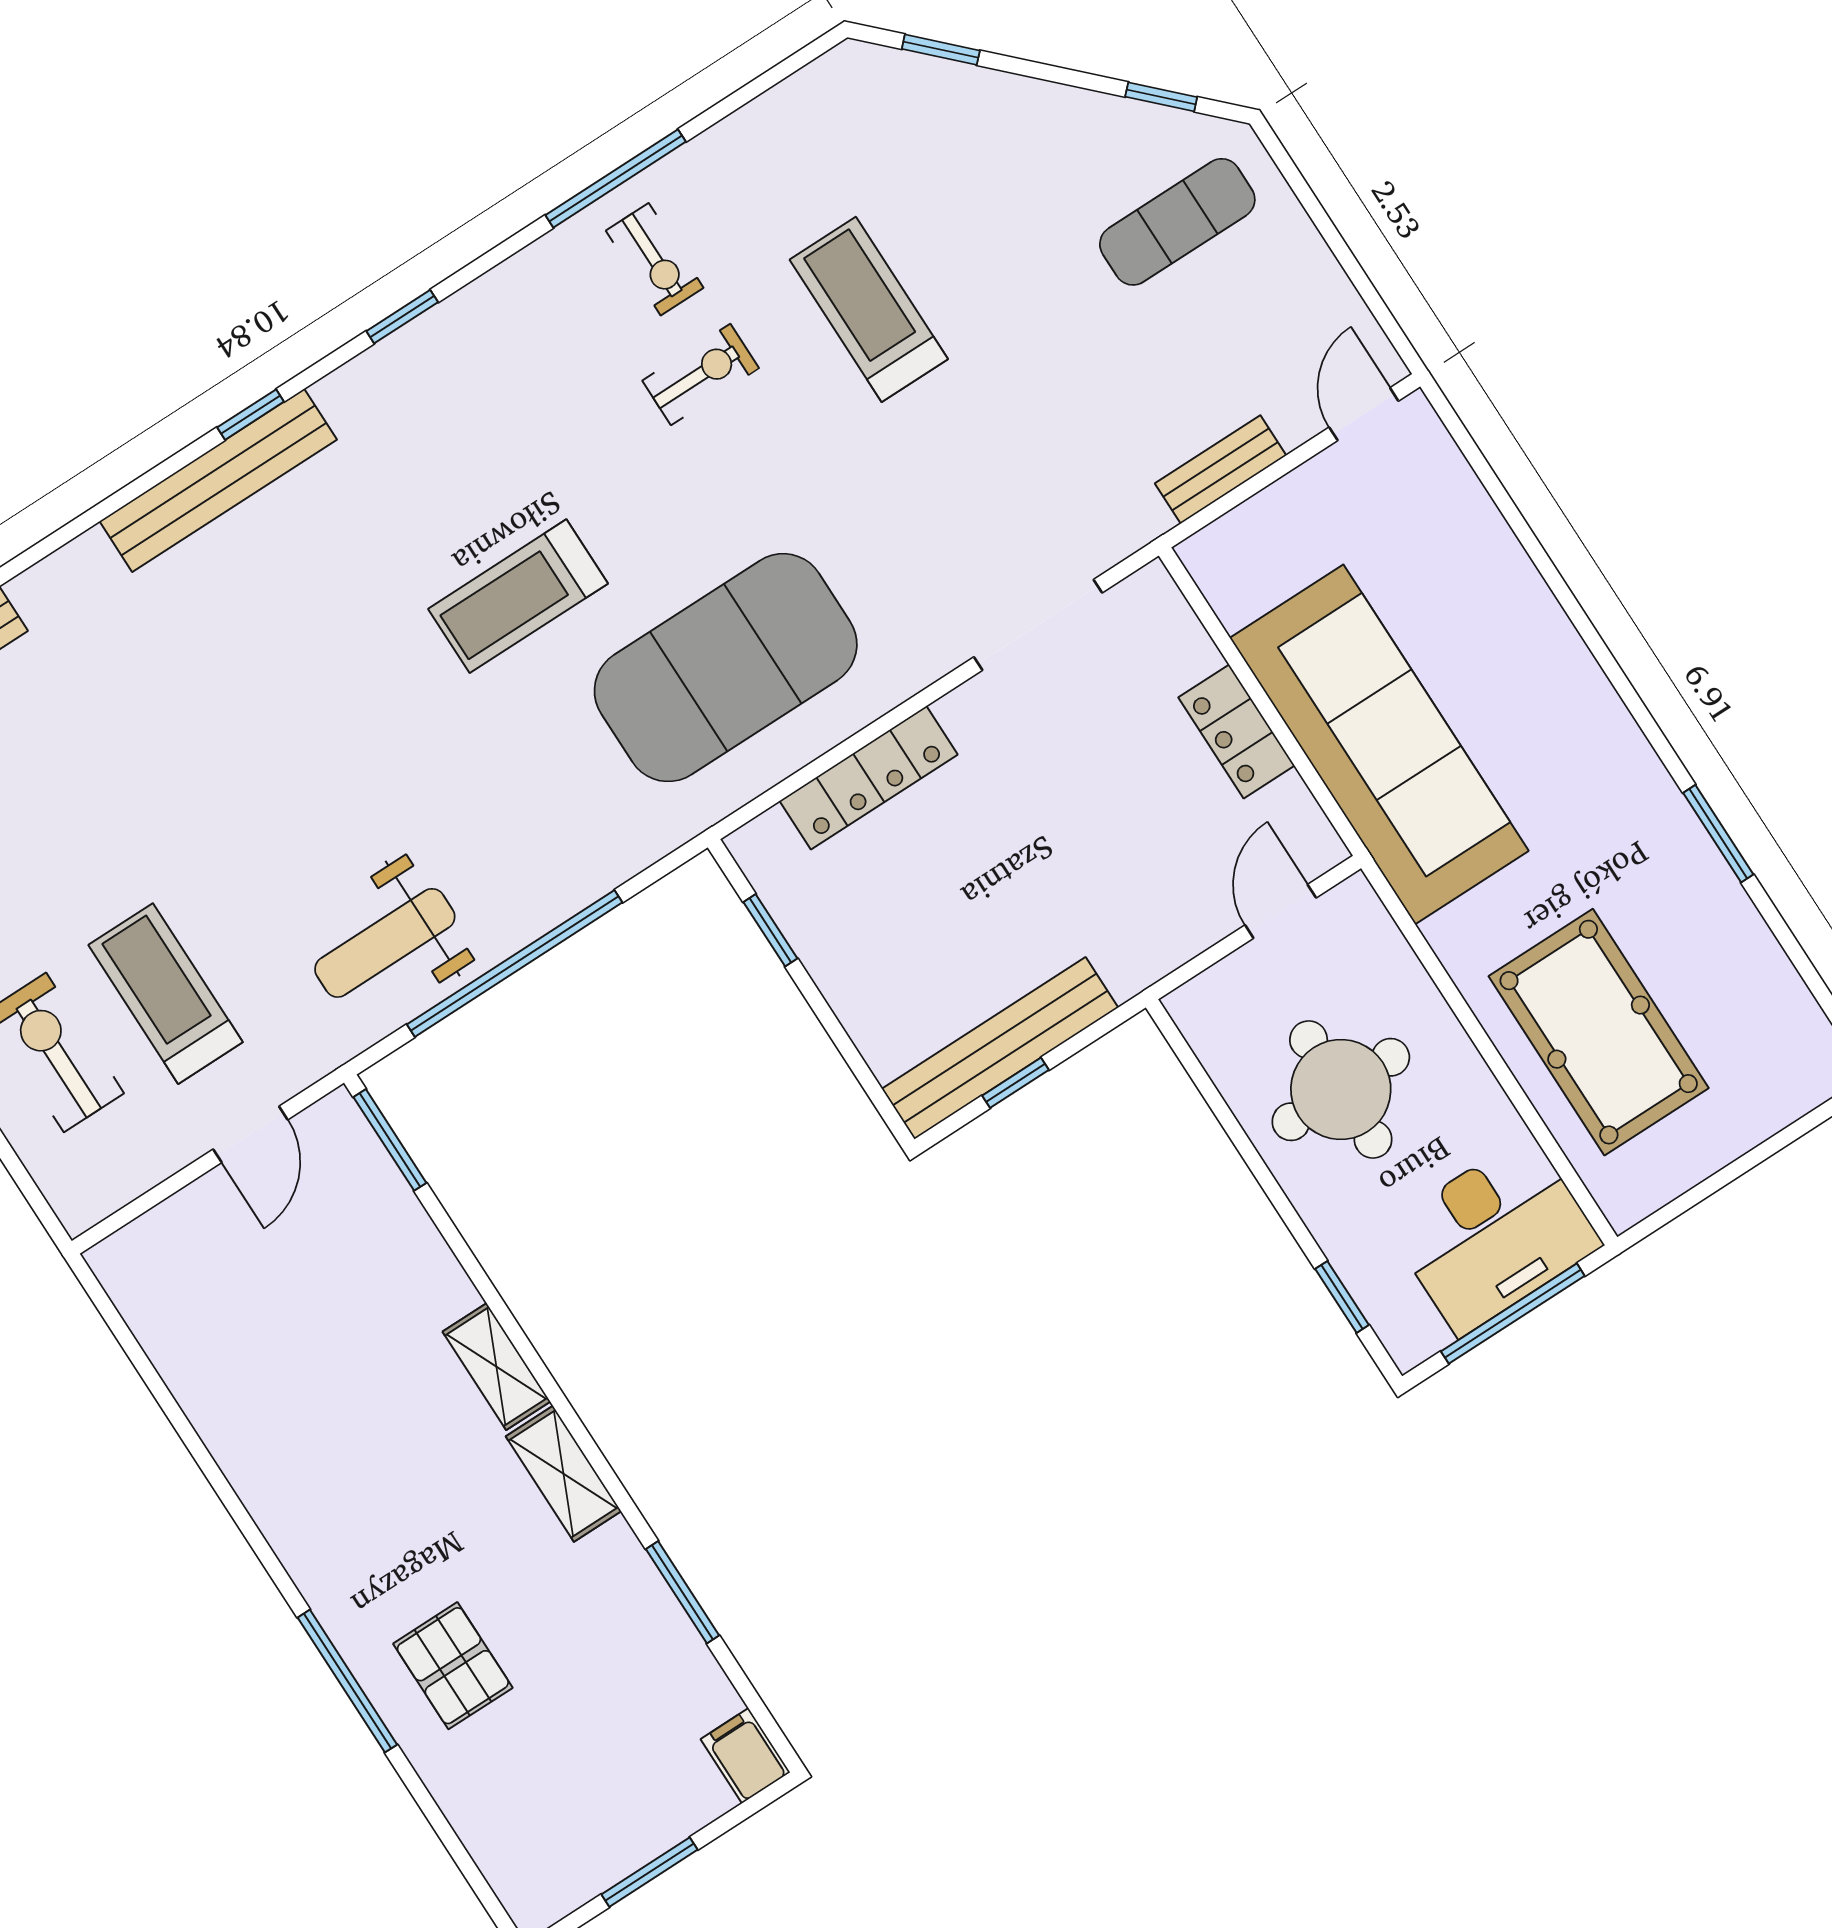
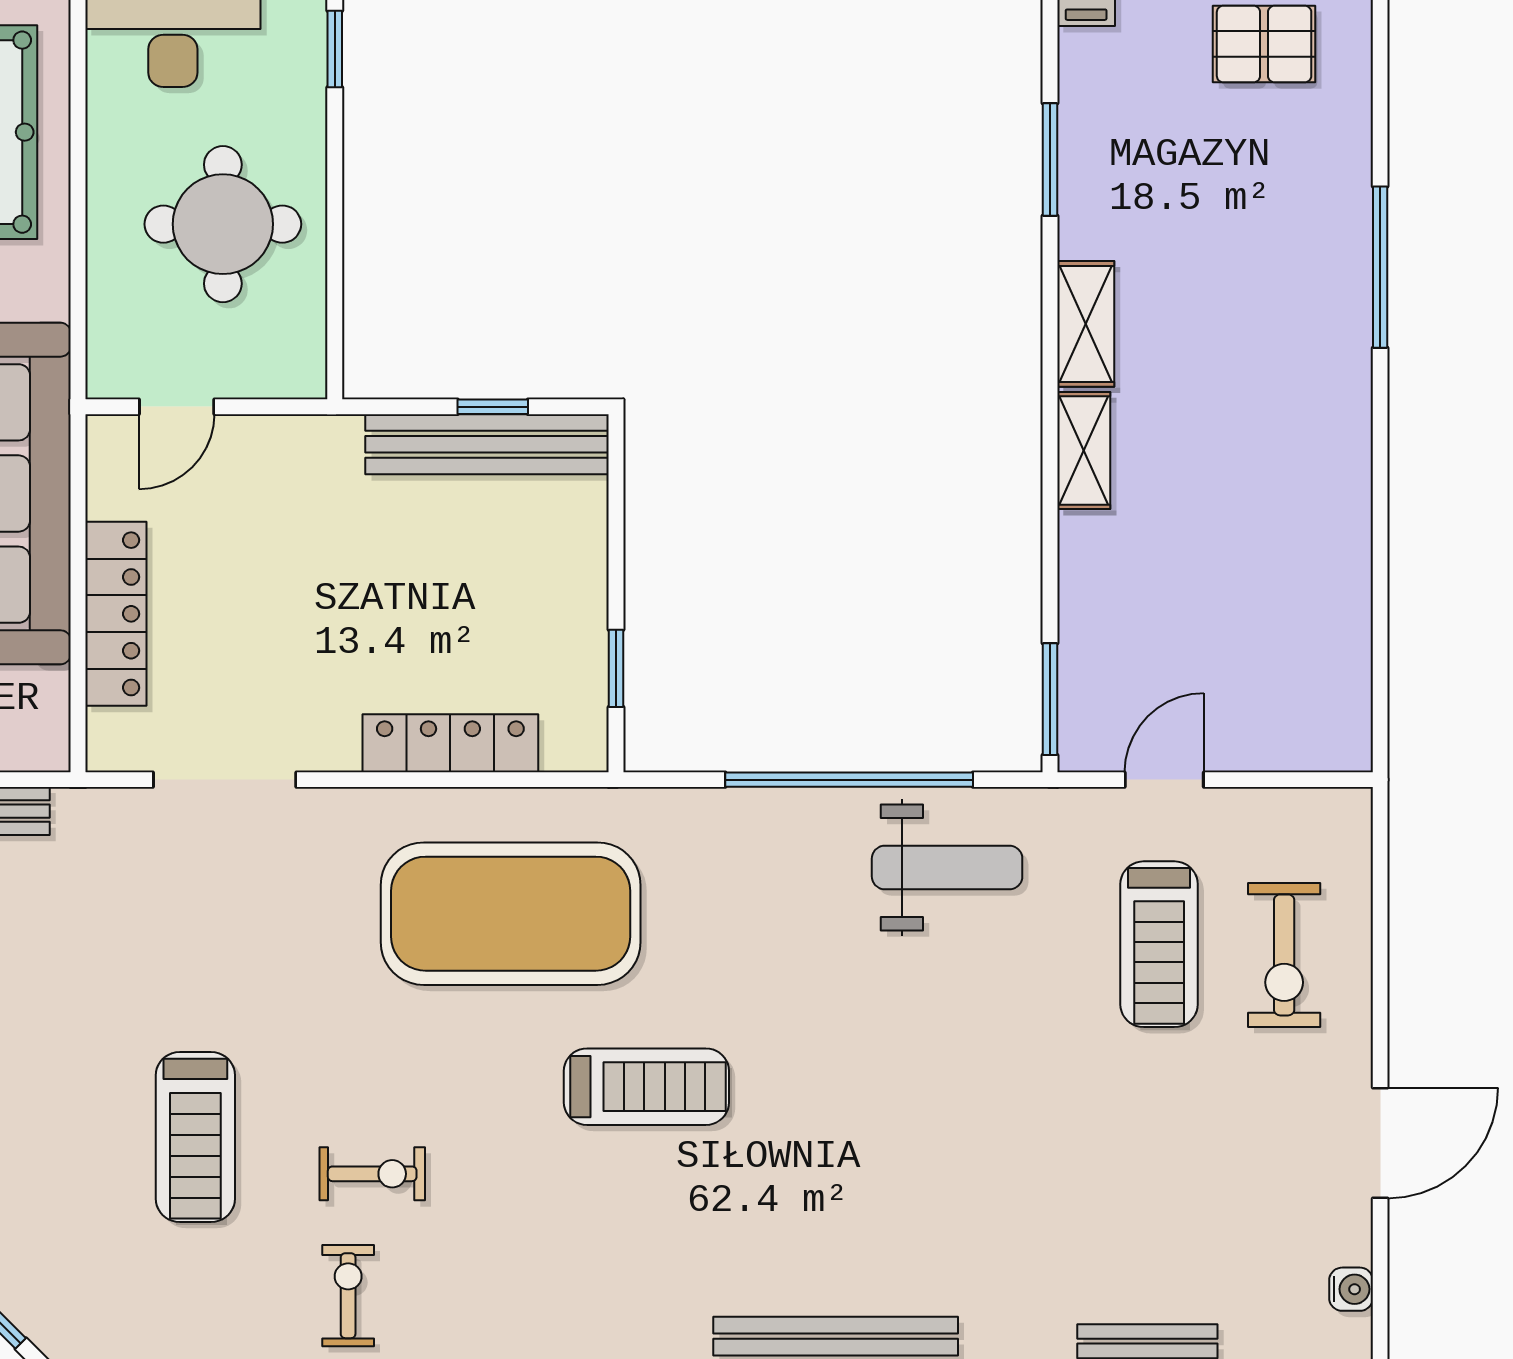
exercise bike: (701, 374) -> (372, 1174), turned 180
locker: (1236, 731) -> (116, 614), width x1.53
pallet: (453, 1666) -> (1264, 44), moved, turned 90

